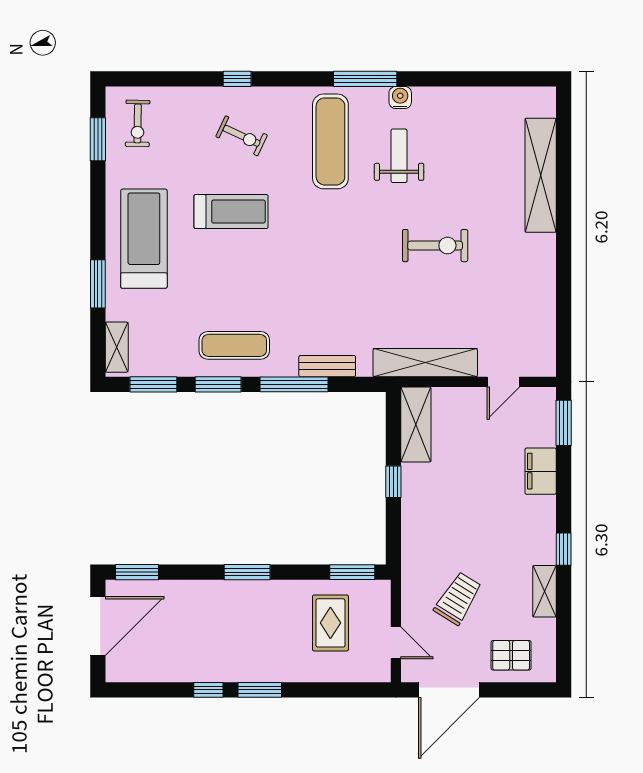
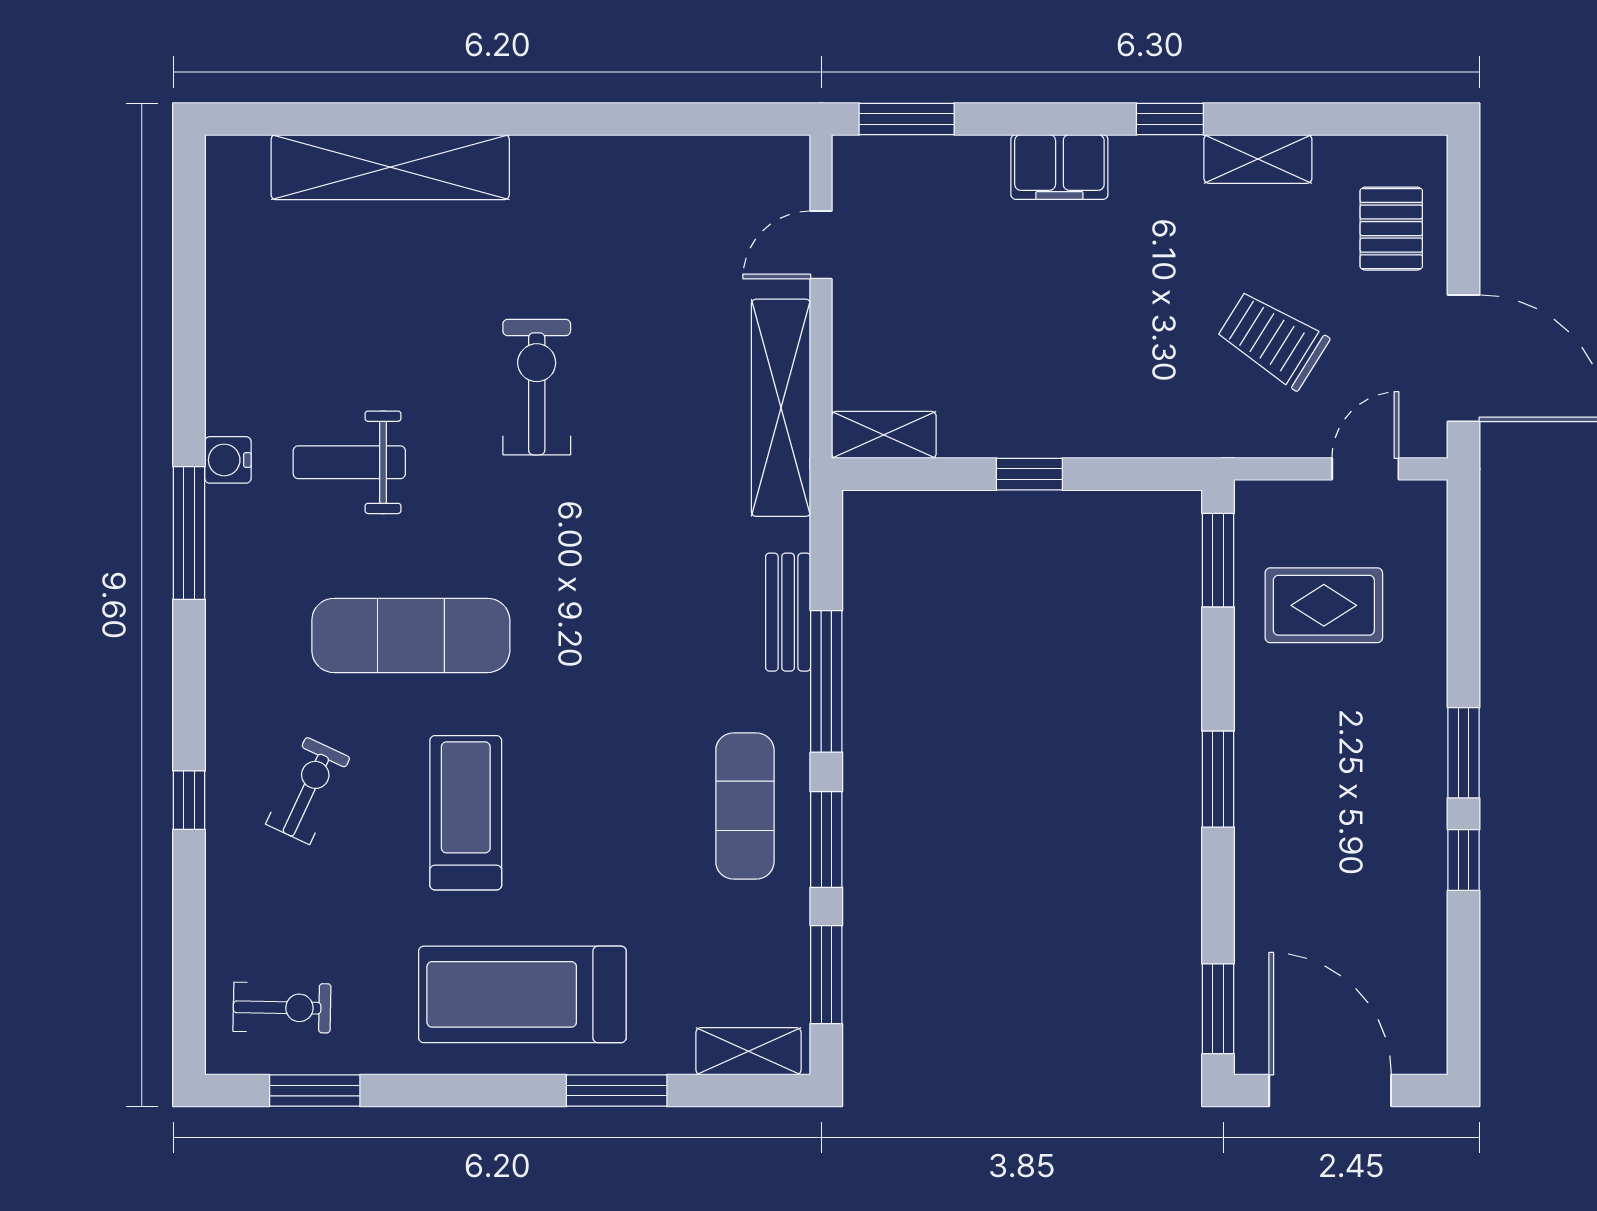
exercise mat: (330, 141) -> (411, 635), moved
door: (503, 382) -> (821, 245), swing flipped
shelving: (416, 424) -> (884, 435), width x0.67, depth x0.75
filing cabinet: (541, 471) -> (1059, 167), moved

